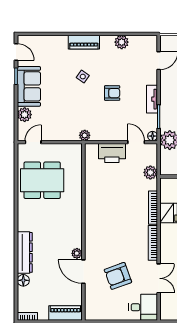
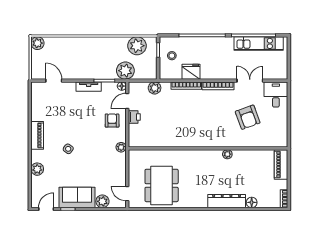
piano: (84, 42) -> (37, 135), moved
plant: (122, 42) -> (37, 169), moved
armchair: (112, 93) -> (112, 121), moved
printer: (112, 153) -> (134, 117), width x0.53, depth x0.68
door: (83, 272) -> (244, 148), removed

